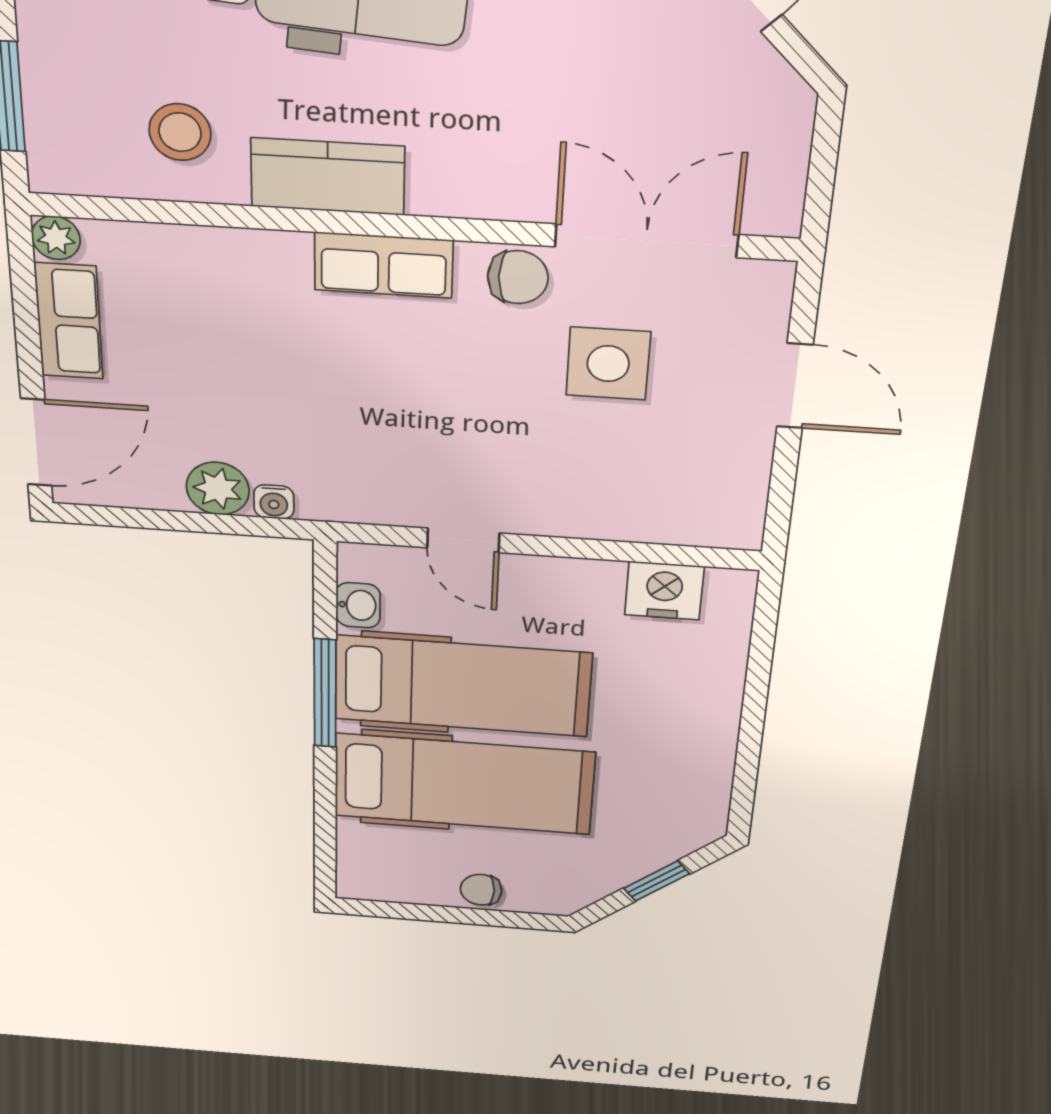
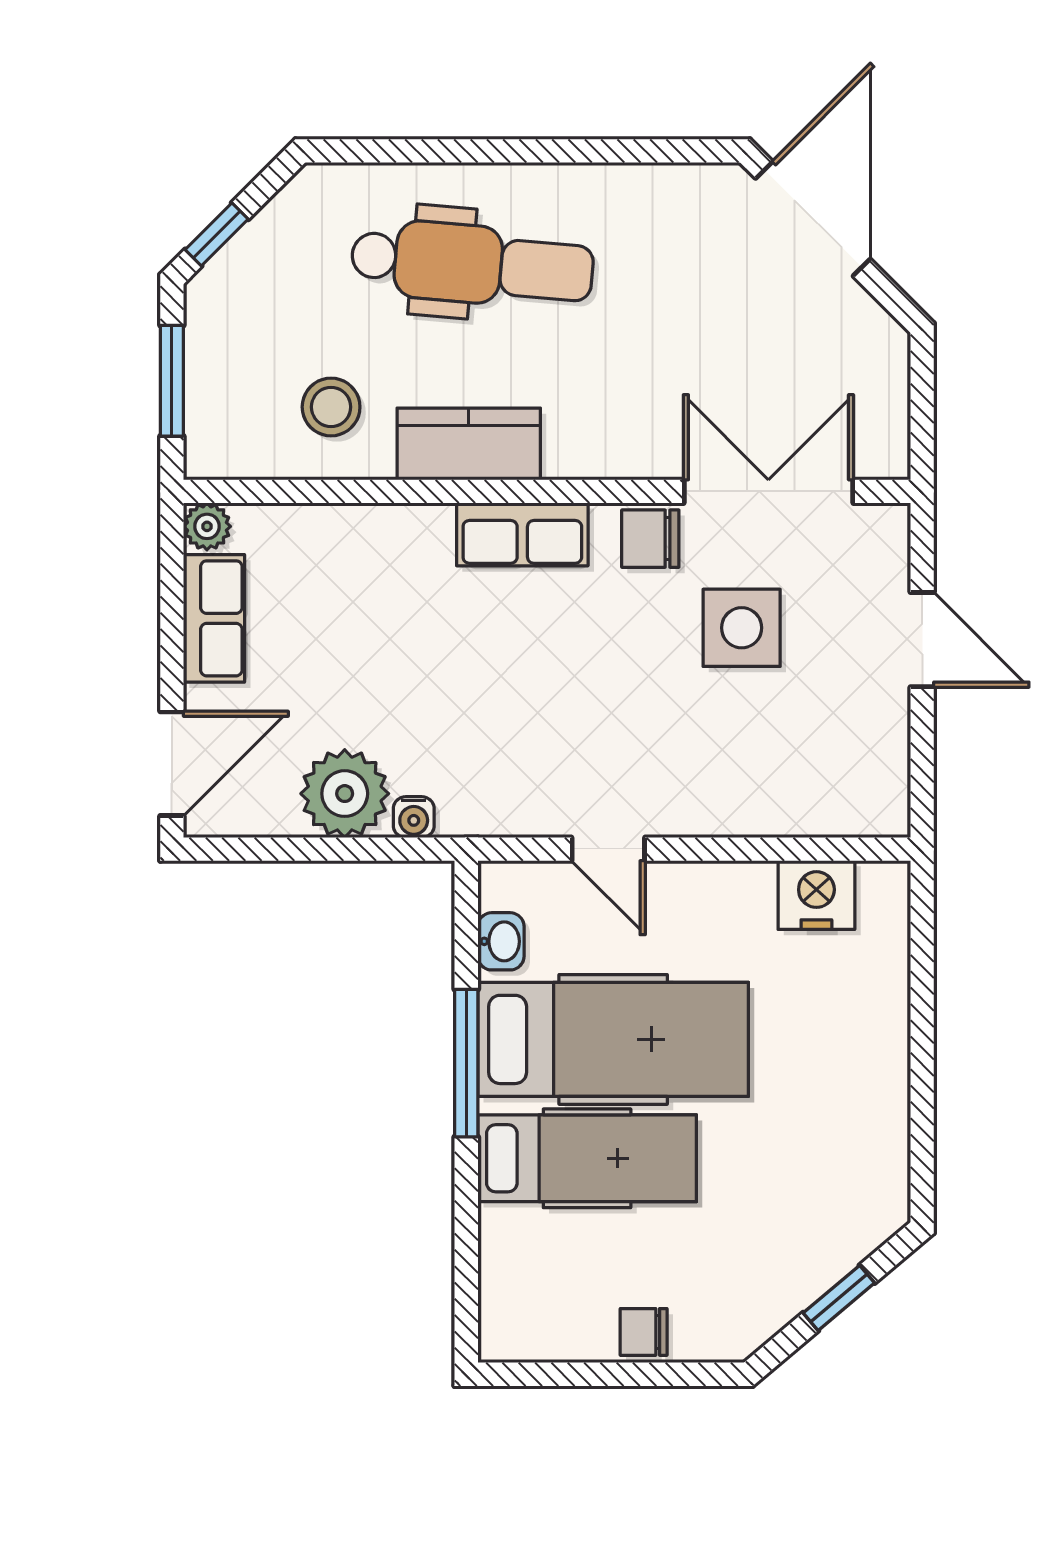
chair: (518, 277) -> (650, 539), turned 180
plant: (218, 489) -> (345, 794), width x1.36, depth x1.36
hospital bed: (464, 784) -> (587, 1158), width x0.73, depth x0.78

